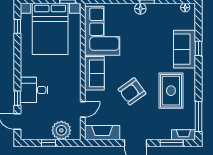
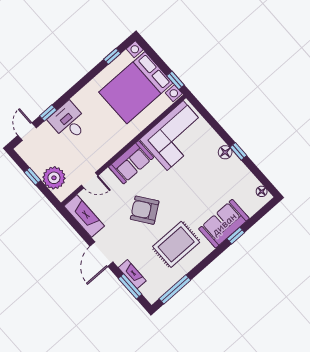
fireplace: (184, 135) -> (132, 274), moved

